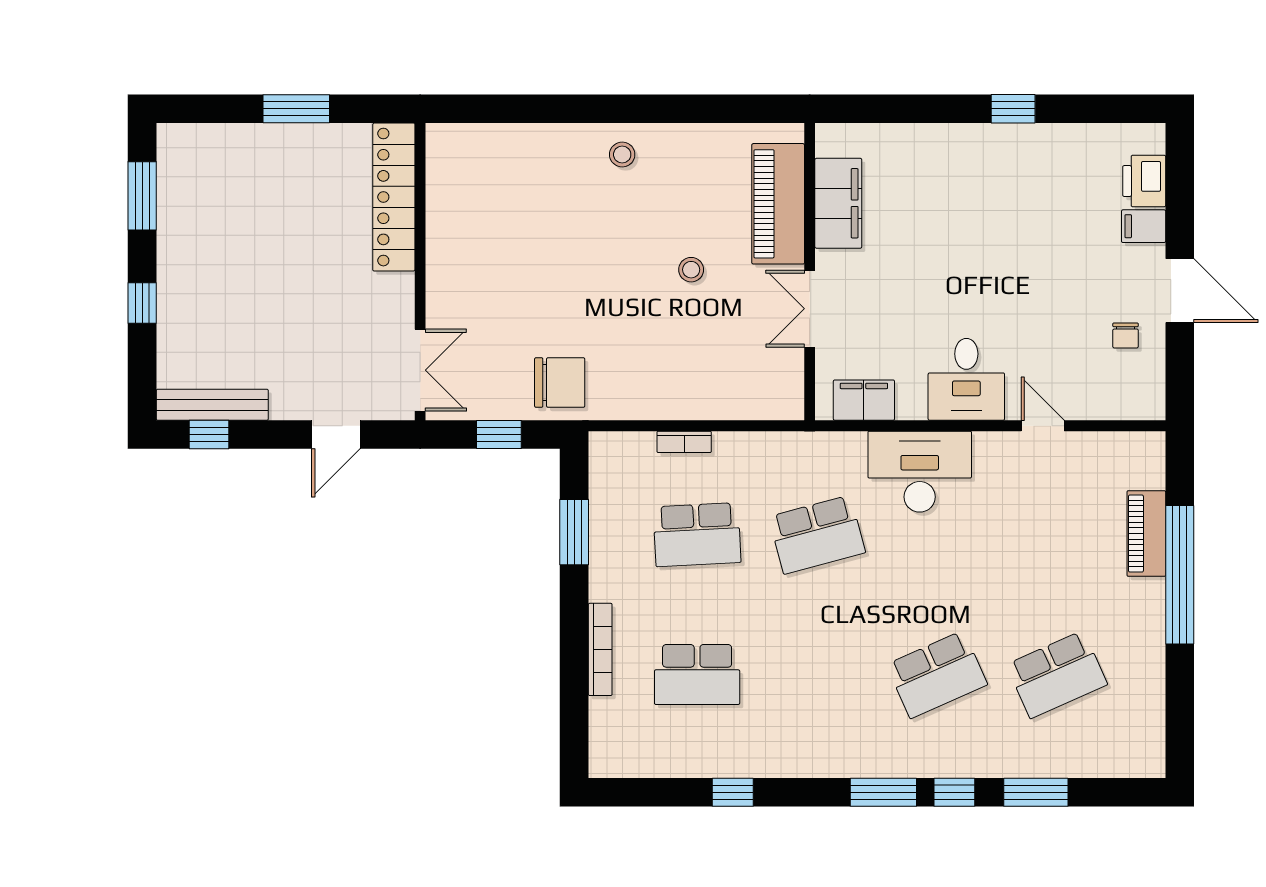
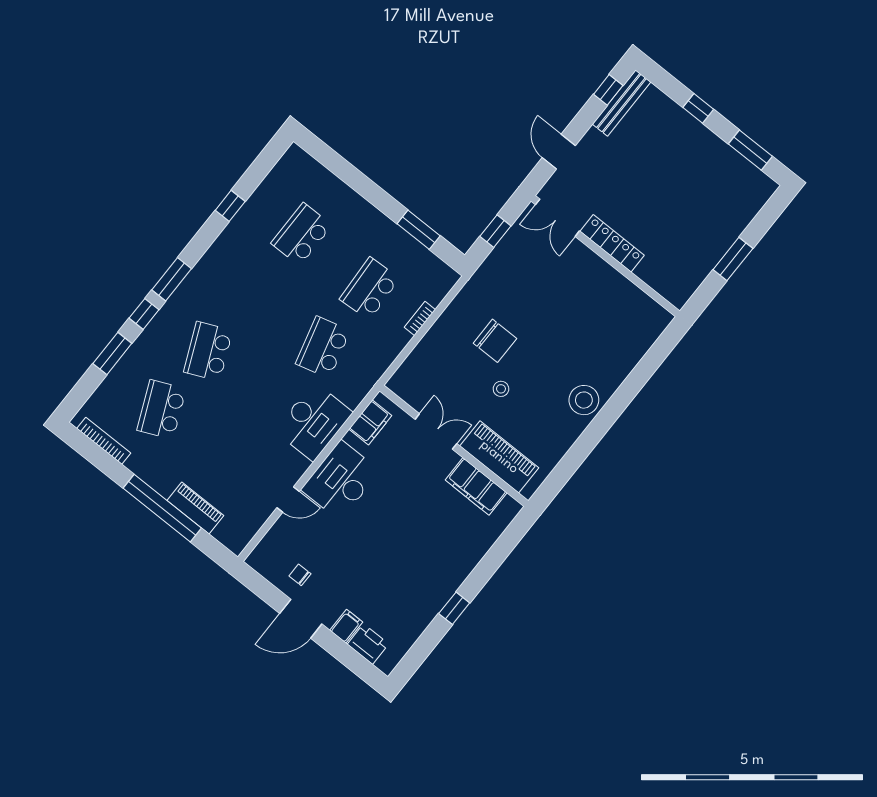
stool: (622, 155) -> (584, 400), width x1.89, depth x1.89
locker: (394, 197) -> (612, 243), moved, width x0.71, depth x0.83
desk: (966, 379) -> (341, 480), width x1.37
chair: (560, 383) -> (495, 341), moved, turned -90
bookcase: (600, 649) -> (104, 441), moved, turned 180

